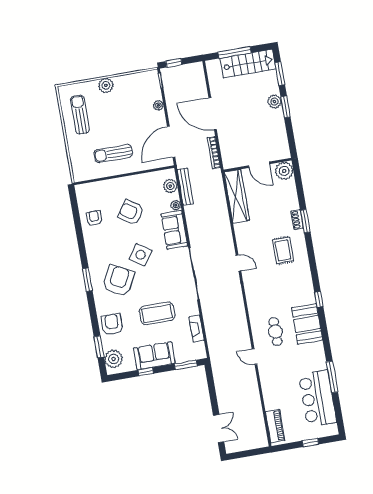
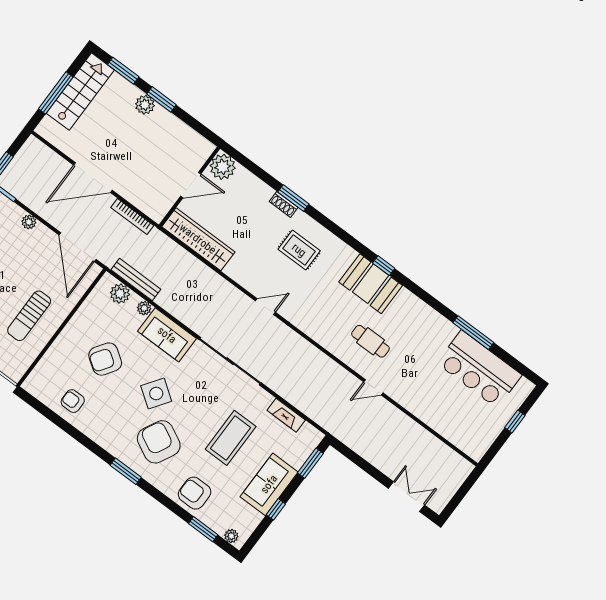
booth: (307, 324) -> (371, 284), moved
plant: (114, 359) -> (231, 536), width x0.53, depth x0.53
piano: (275, 426) -> (462, 439), removed

